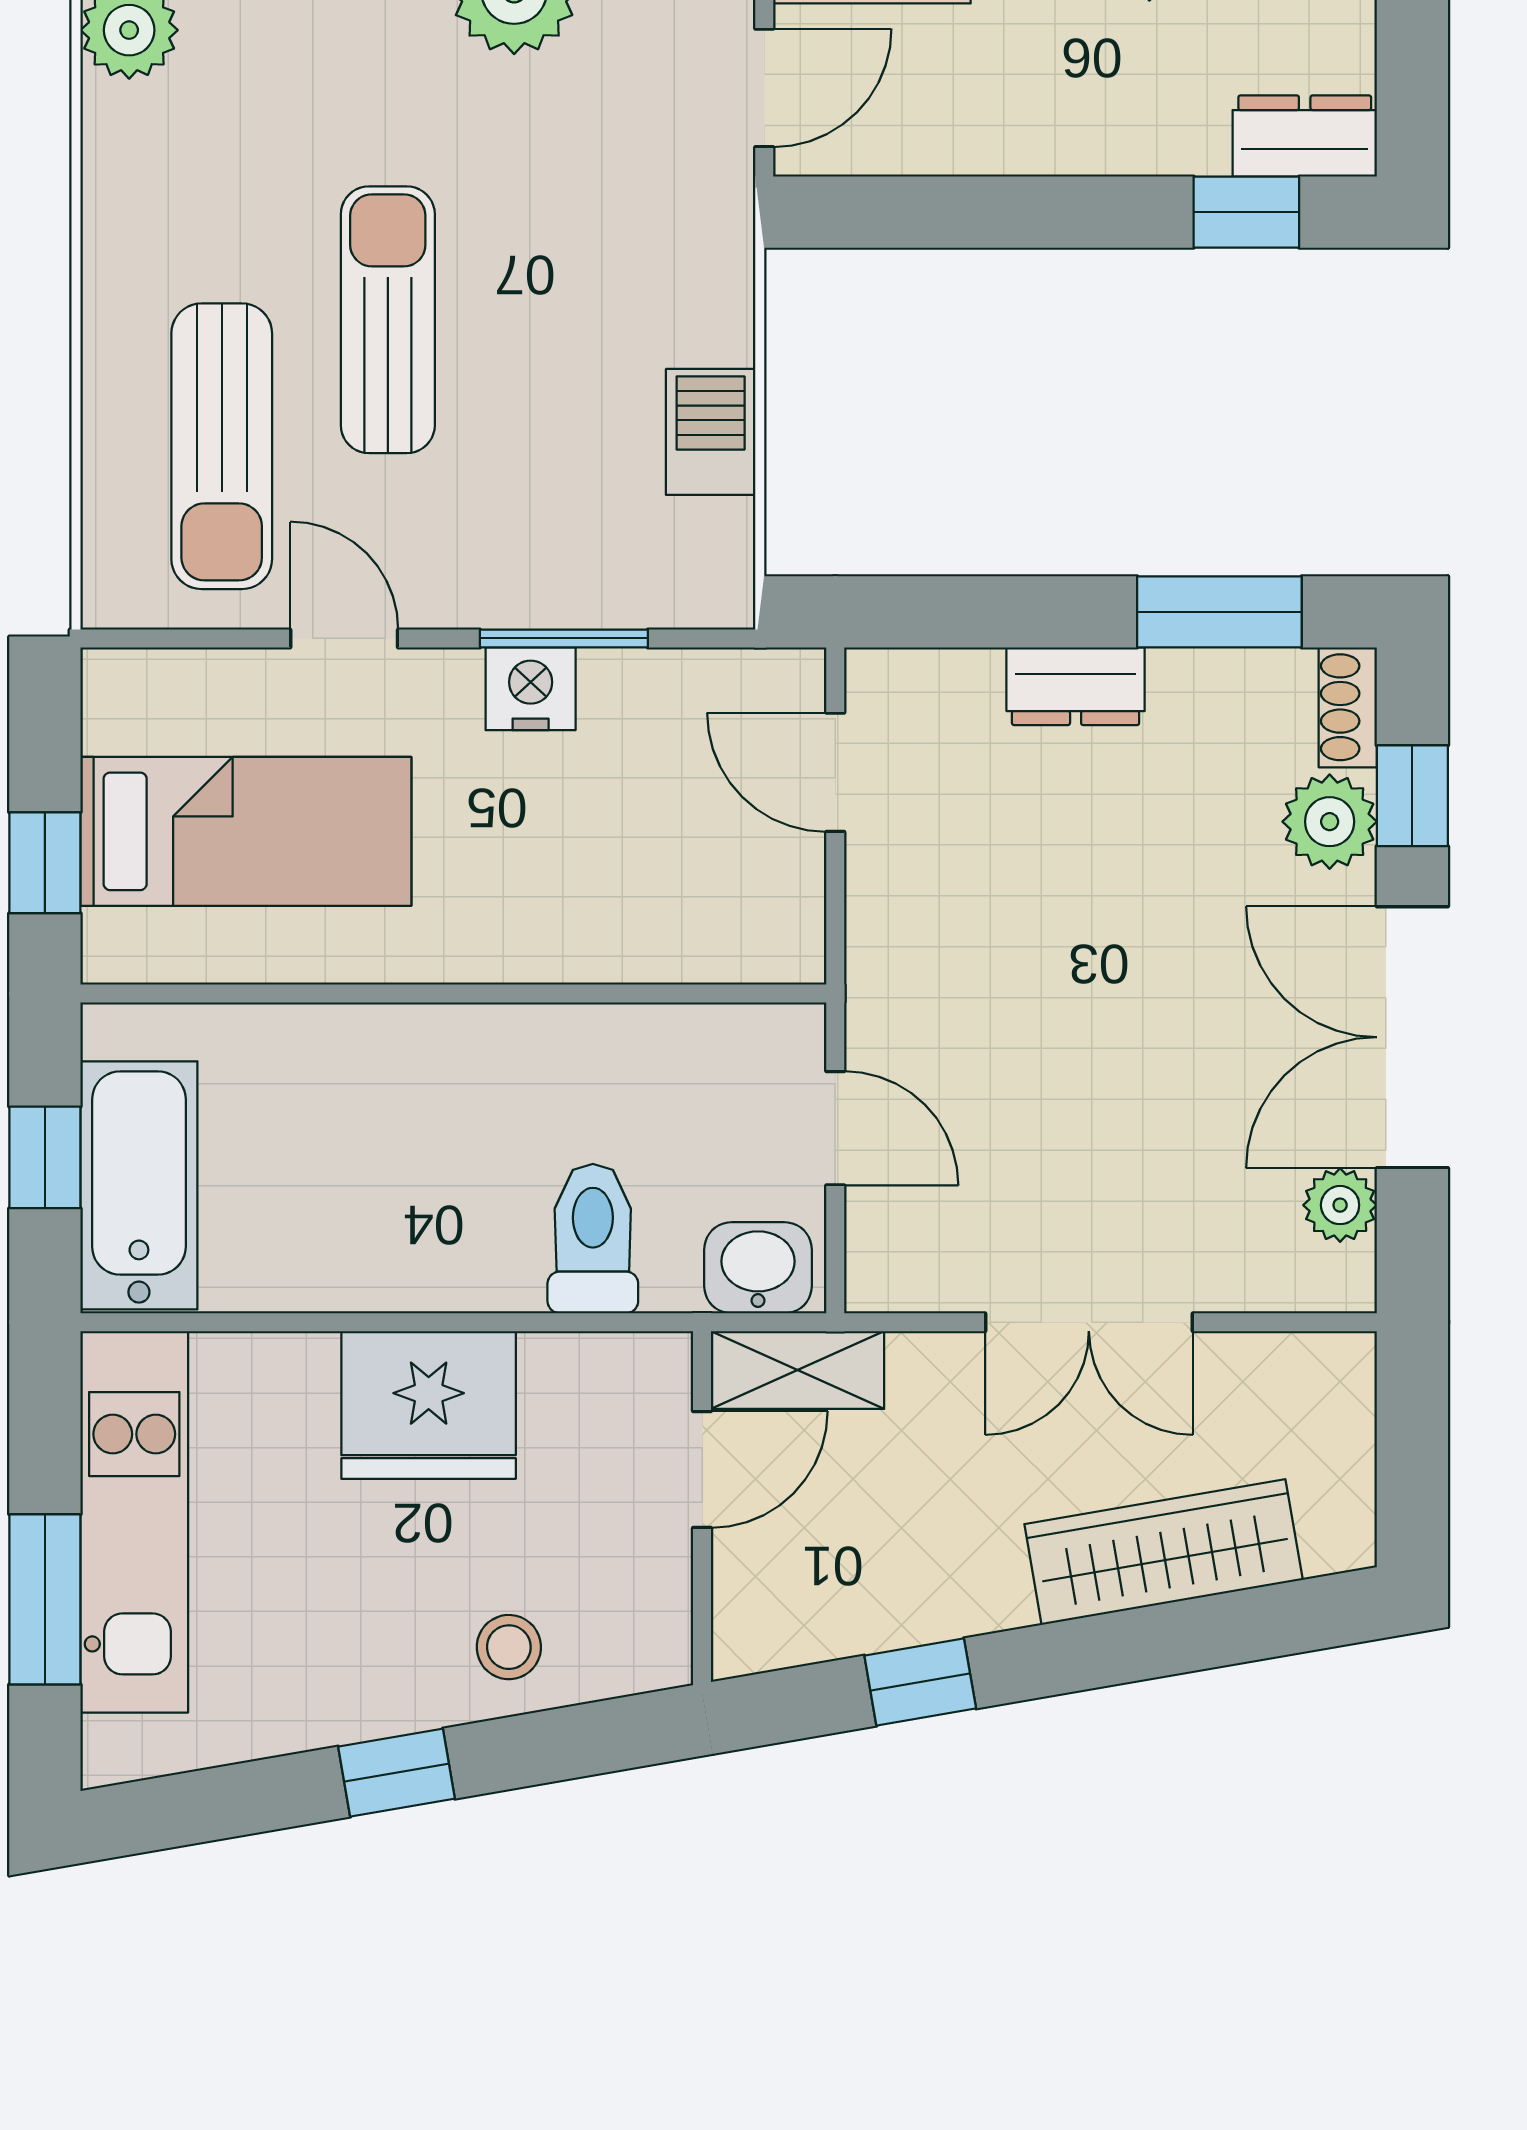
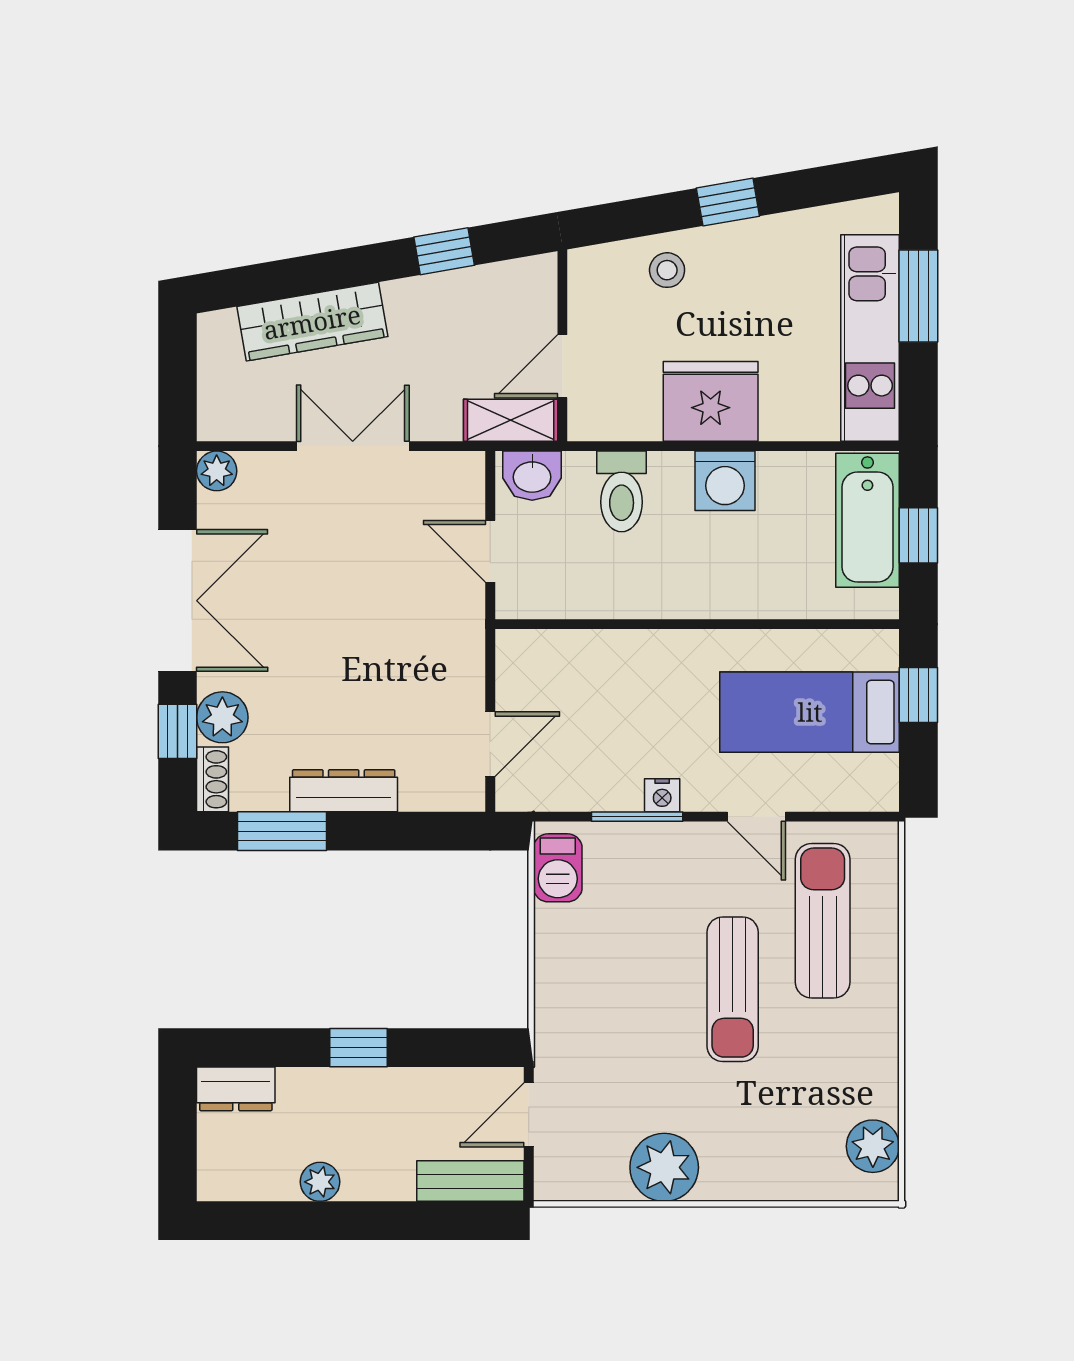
window: (1246, 212) -> (358, 1048), moved
barbecue: (711, 432) -> (558, 868), moved
dresser: (1076, 686) -> (344, 791), width x1.44
nightstand: (531, 689) -> (662, 795), width x0.72, depth x0.74
door: (835, 772) -> (490, 744), hinge flipped
plant: (1340, 1205) -> (217, 471), moved
washing machine: (402, 1258) -> (725, 481), added

